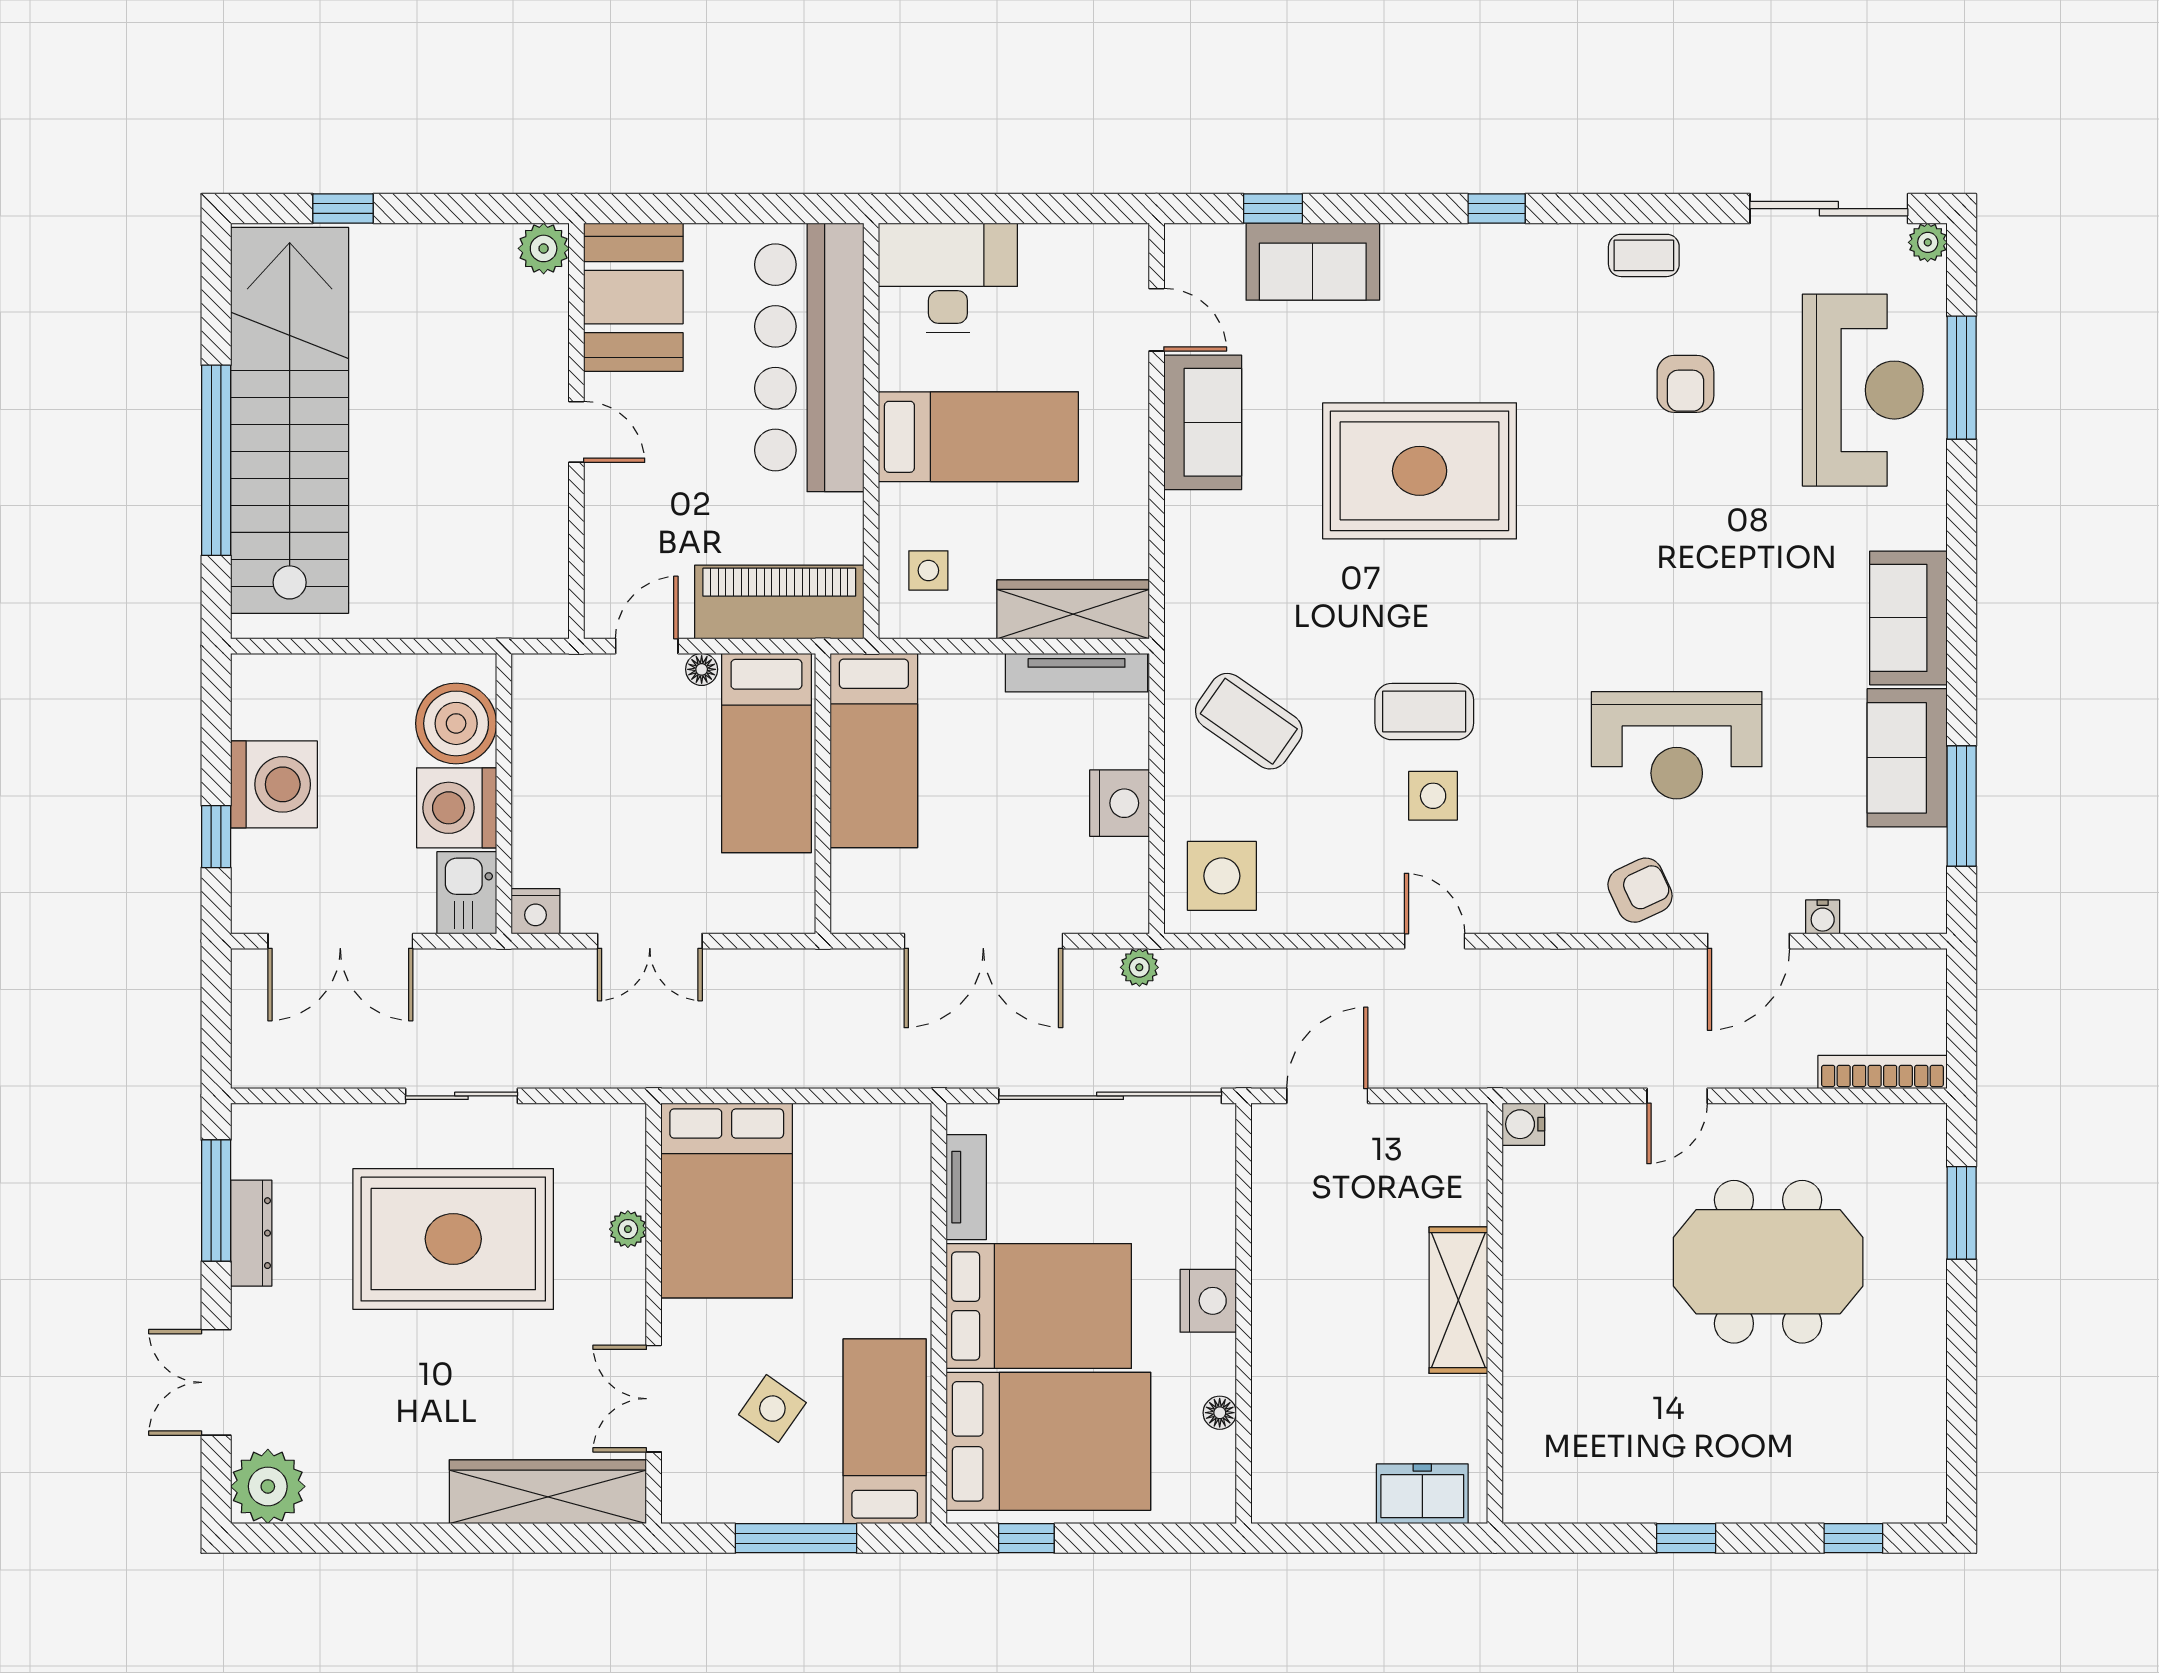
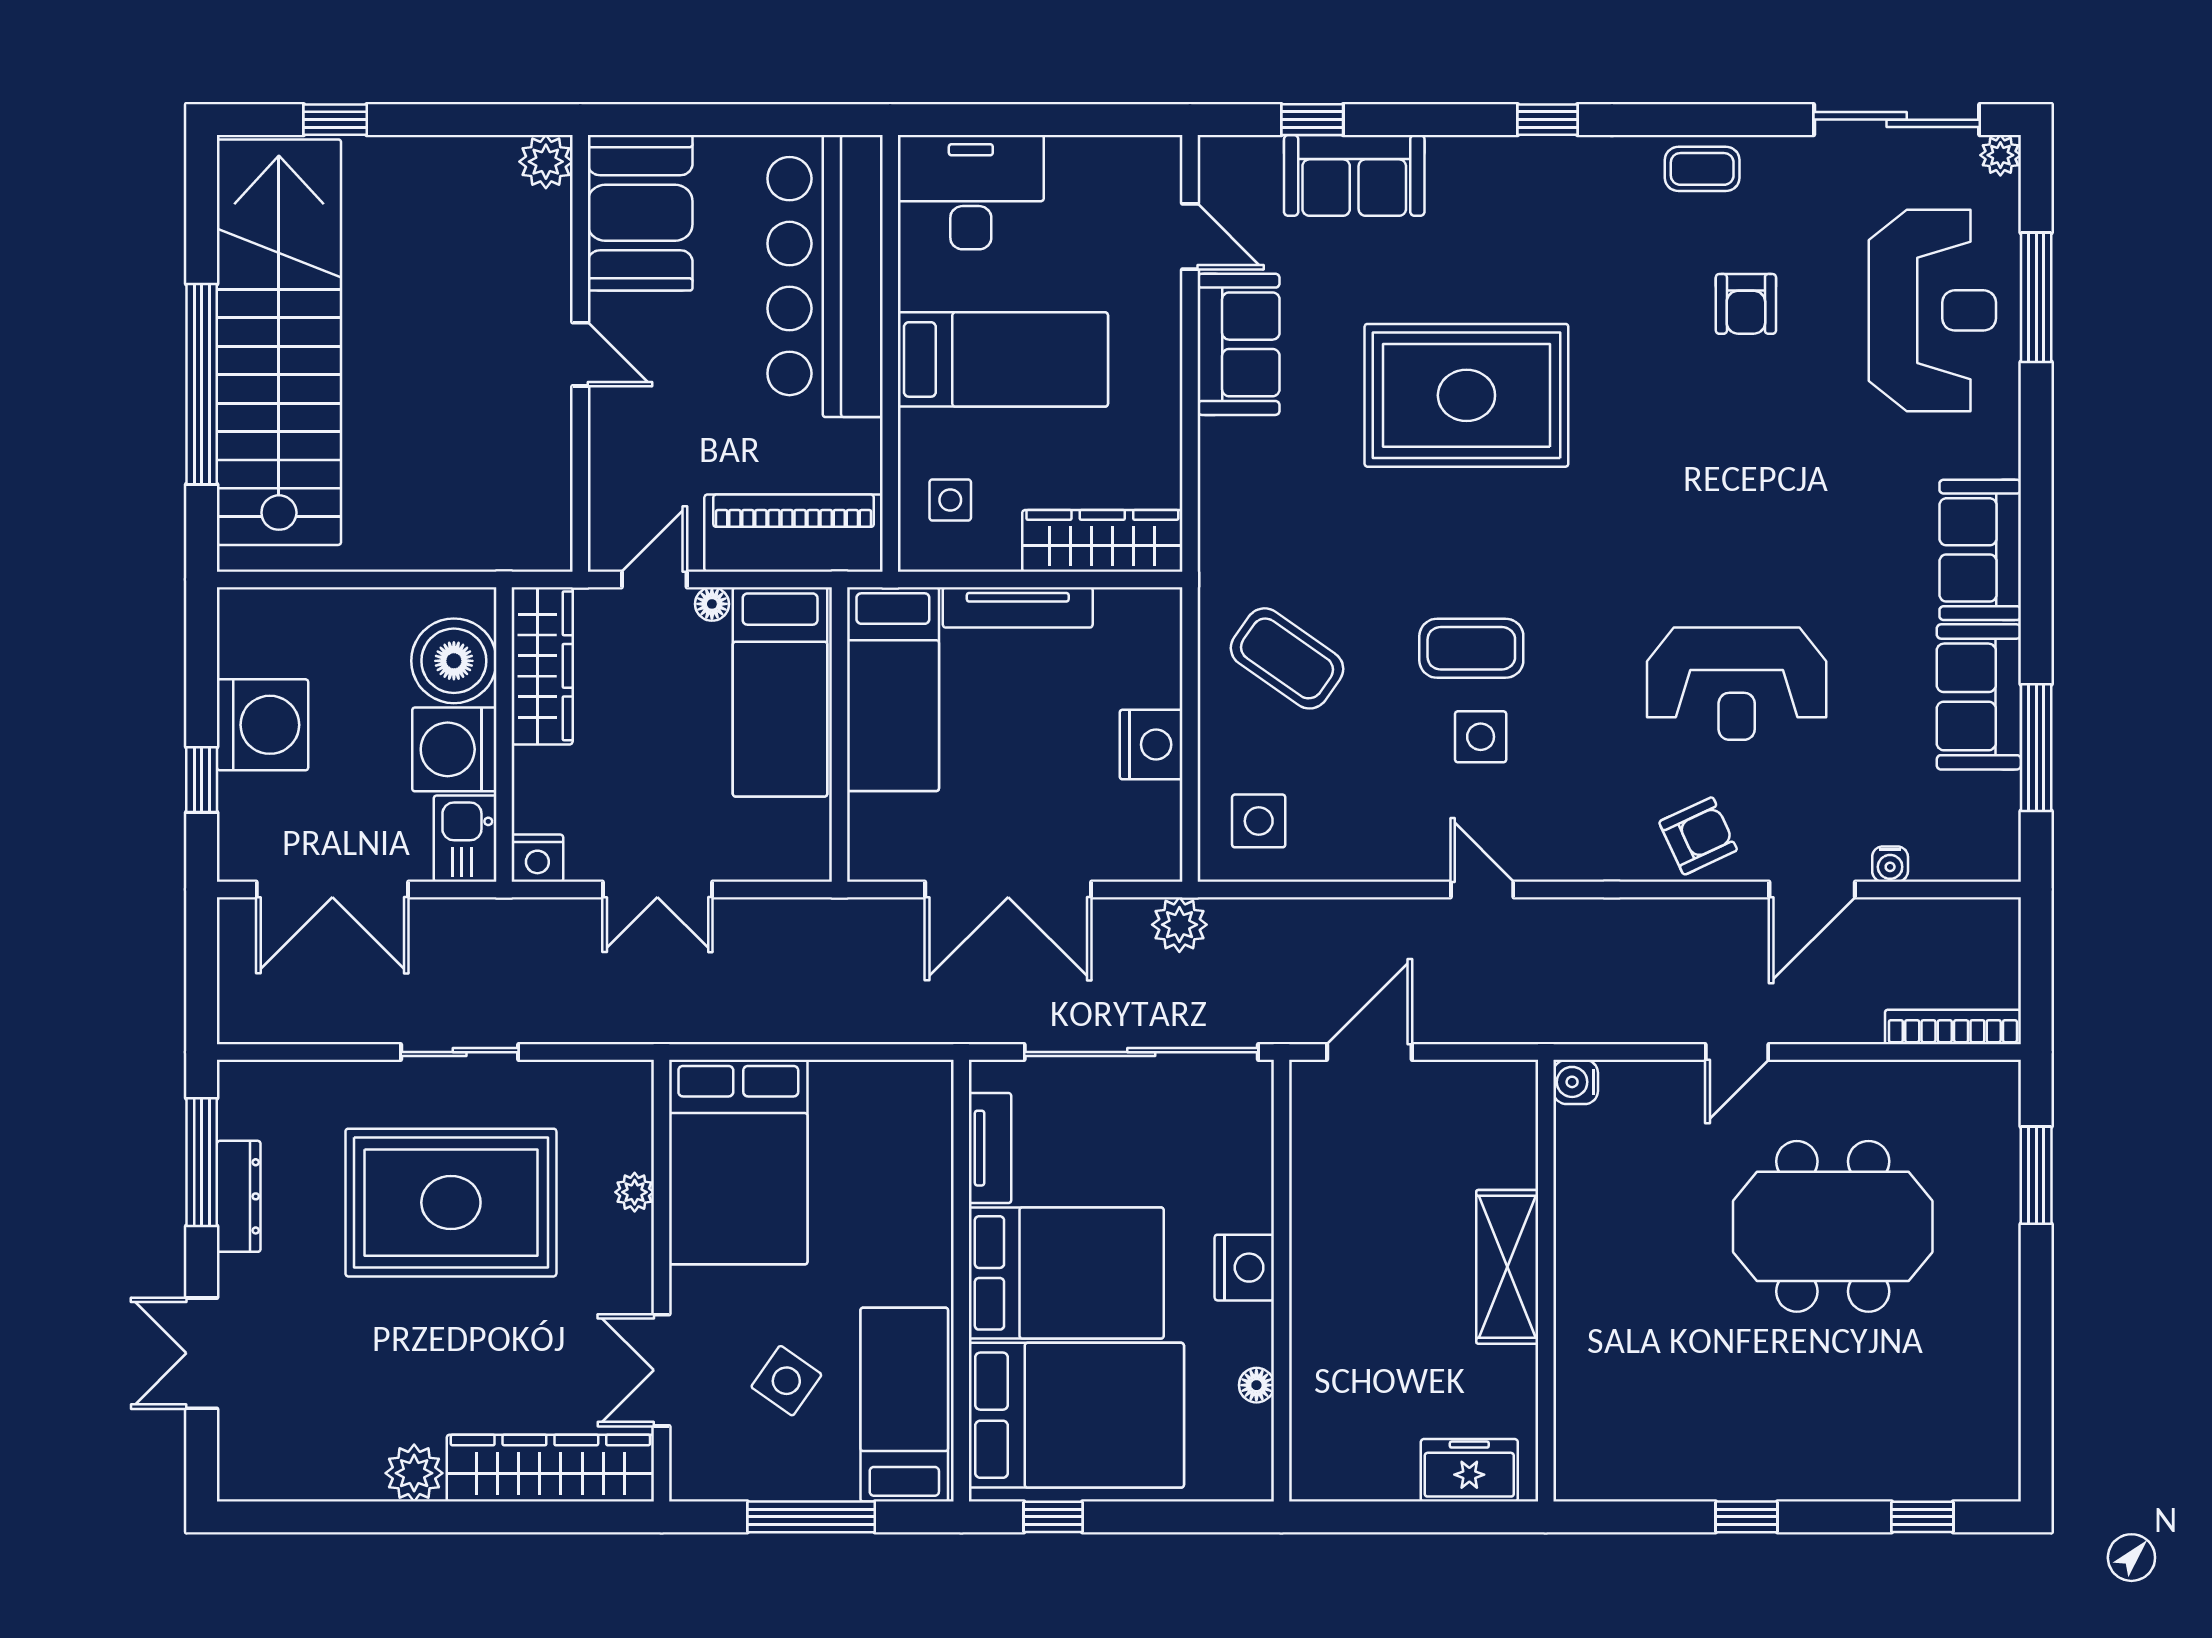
tv unit: (1077, 673) -> (1018, 607), moved
wardrobe: (540, 728) -> (542, 666), added
side table: (1222, 876) -> (1259, 821), width x0.73, depth x0.73
plant: (1139, 967) -> (1179, 925), width x1.38, depth x1.38
plant: (268, 1486) -> (414, 1473), moved, width x0.73, depth x0.73

